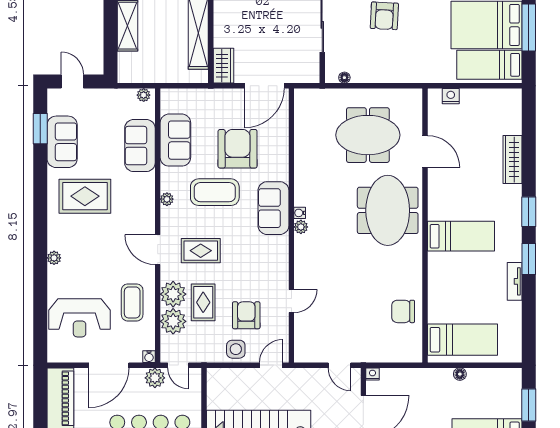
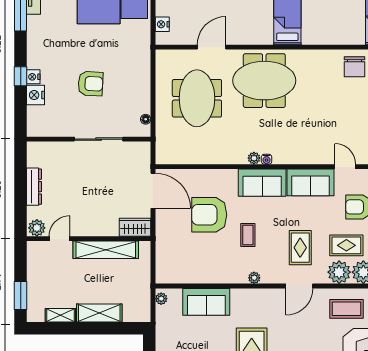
sofa: (175, 140) -> (311, 182), moved, turned 180
coffee table: (215, 192) -> (248, 235), width x0.54, depth x0.58
plant: (301, 227) -> (254, 158), moved

